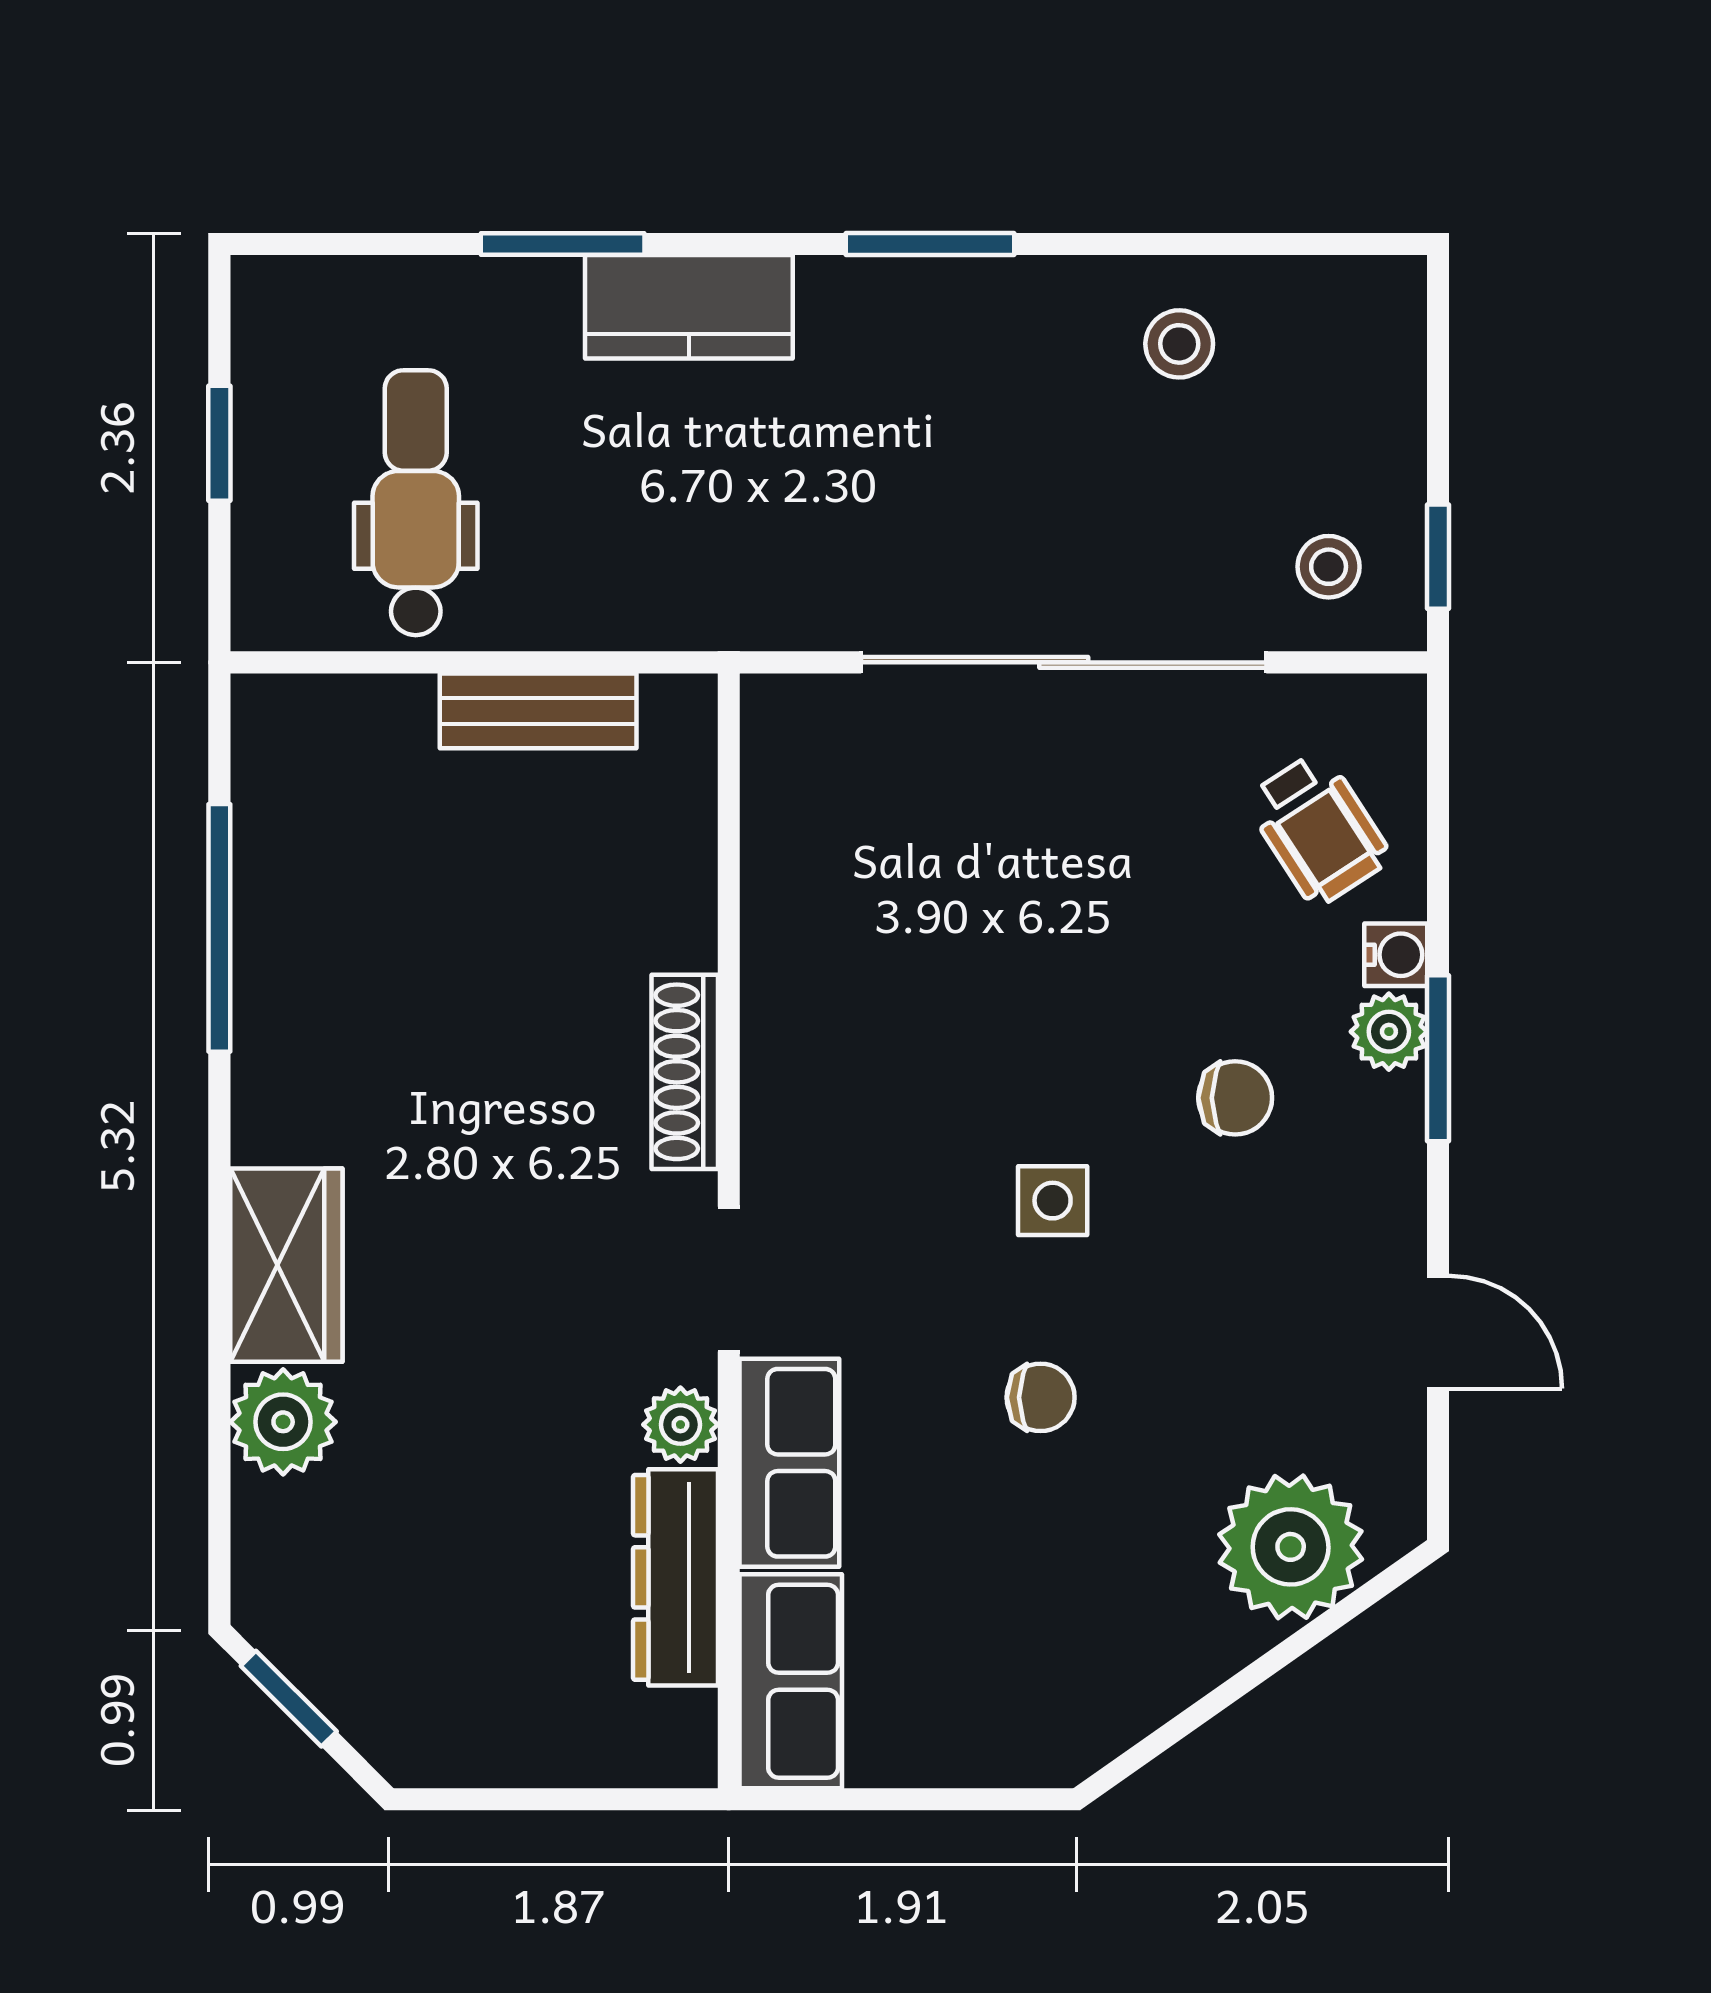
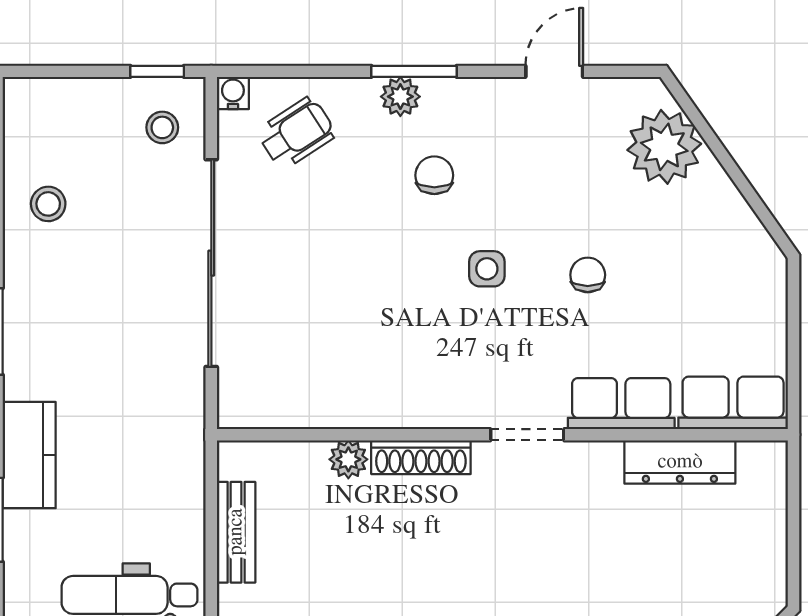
water cooler: (1396, 955) -> (233, 93), moved
plant: (680, 1425) -> (348, 459), moved

